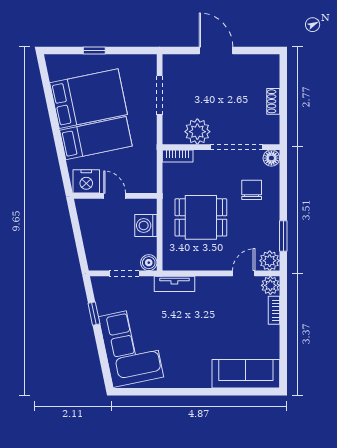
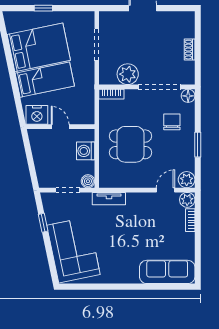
window: (283, 236) -> (198, 145), moved

